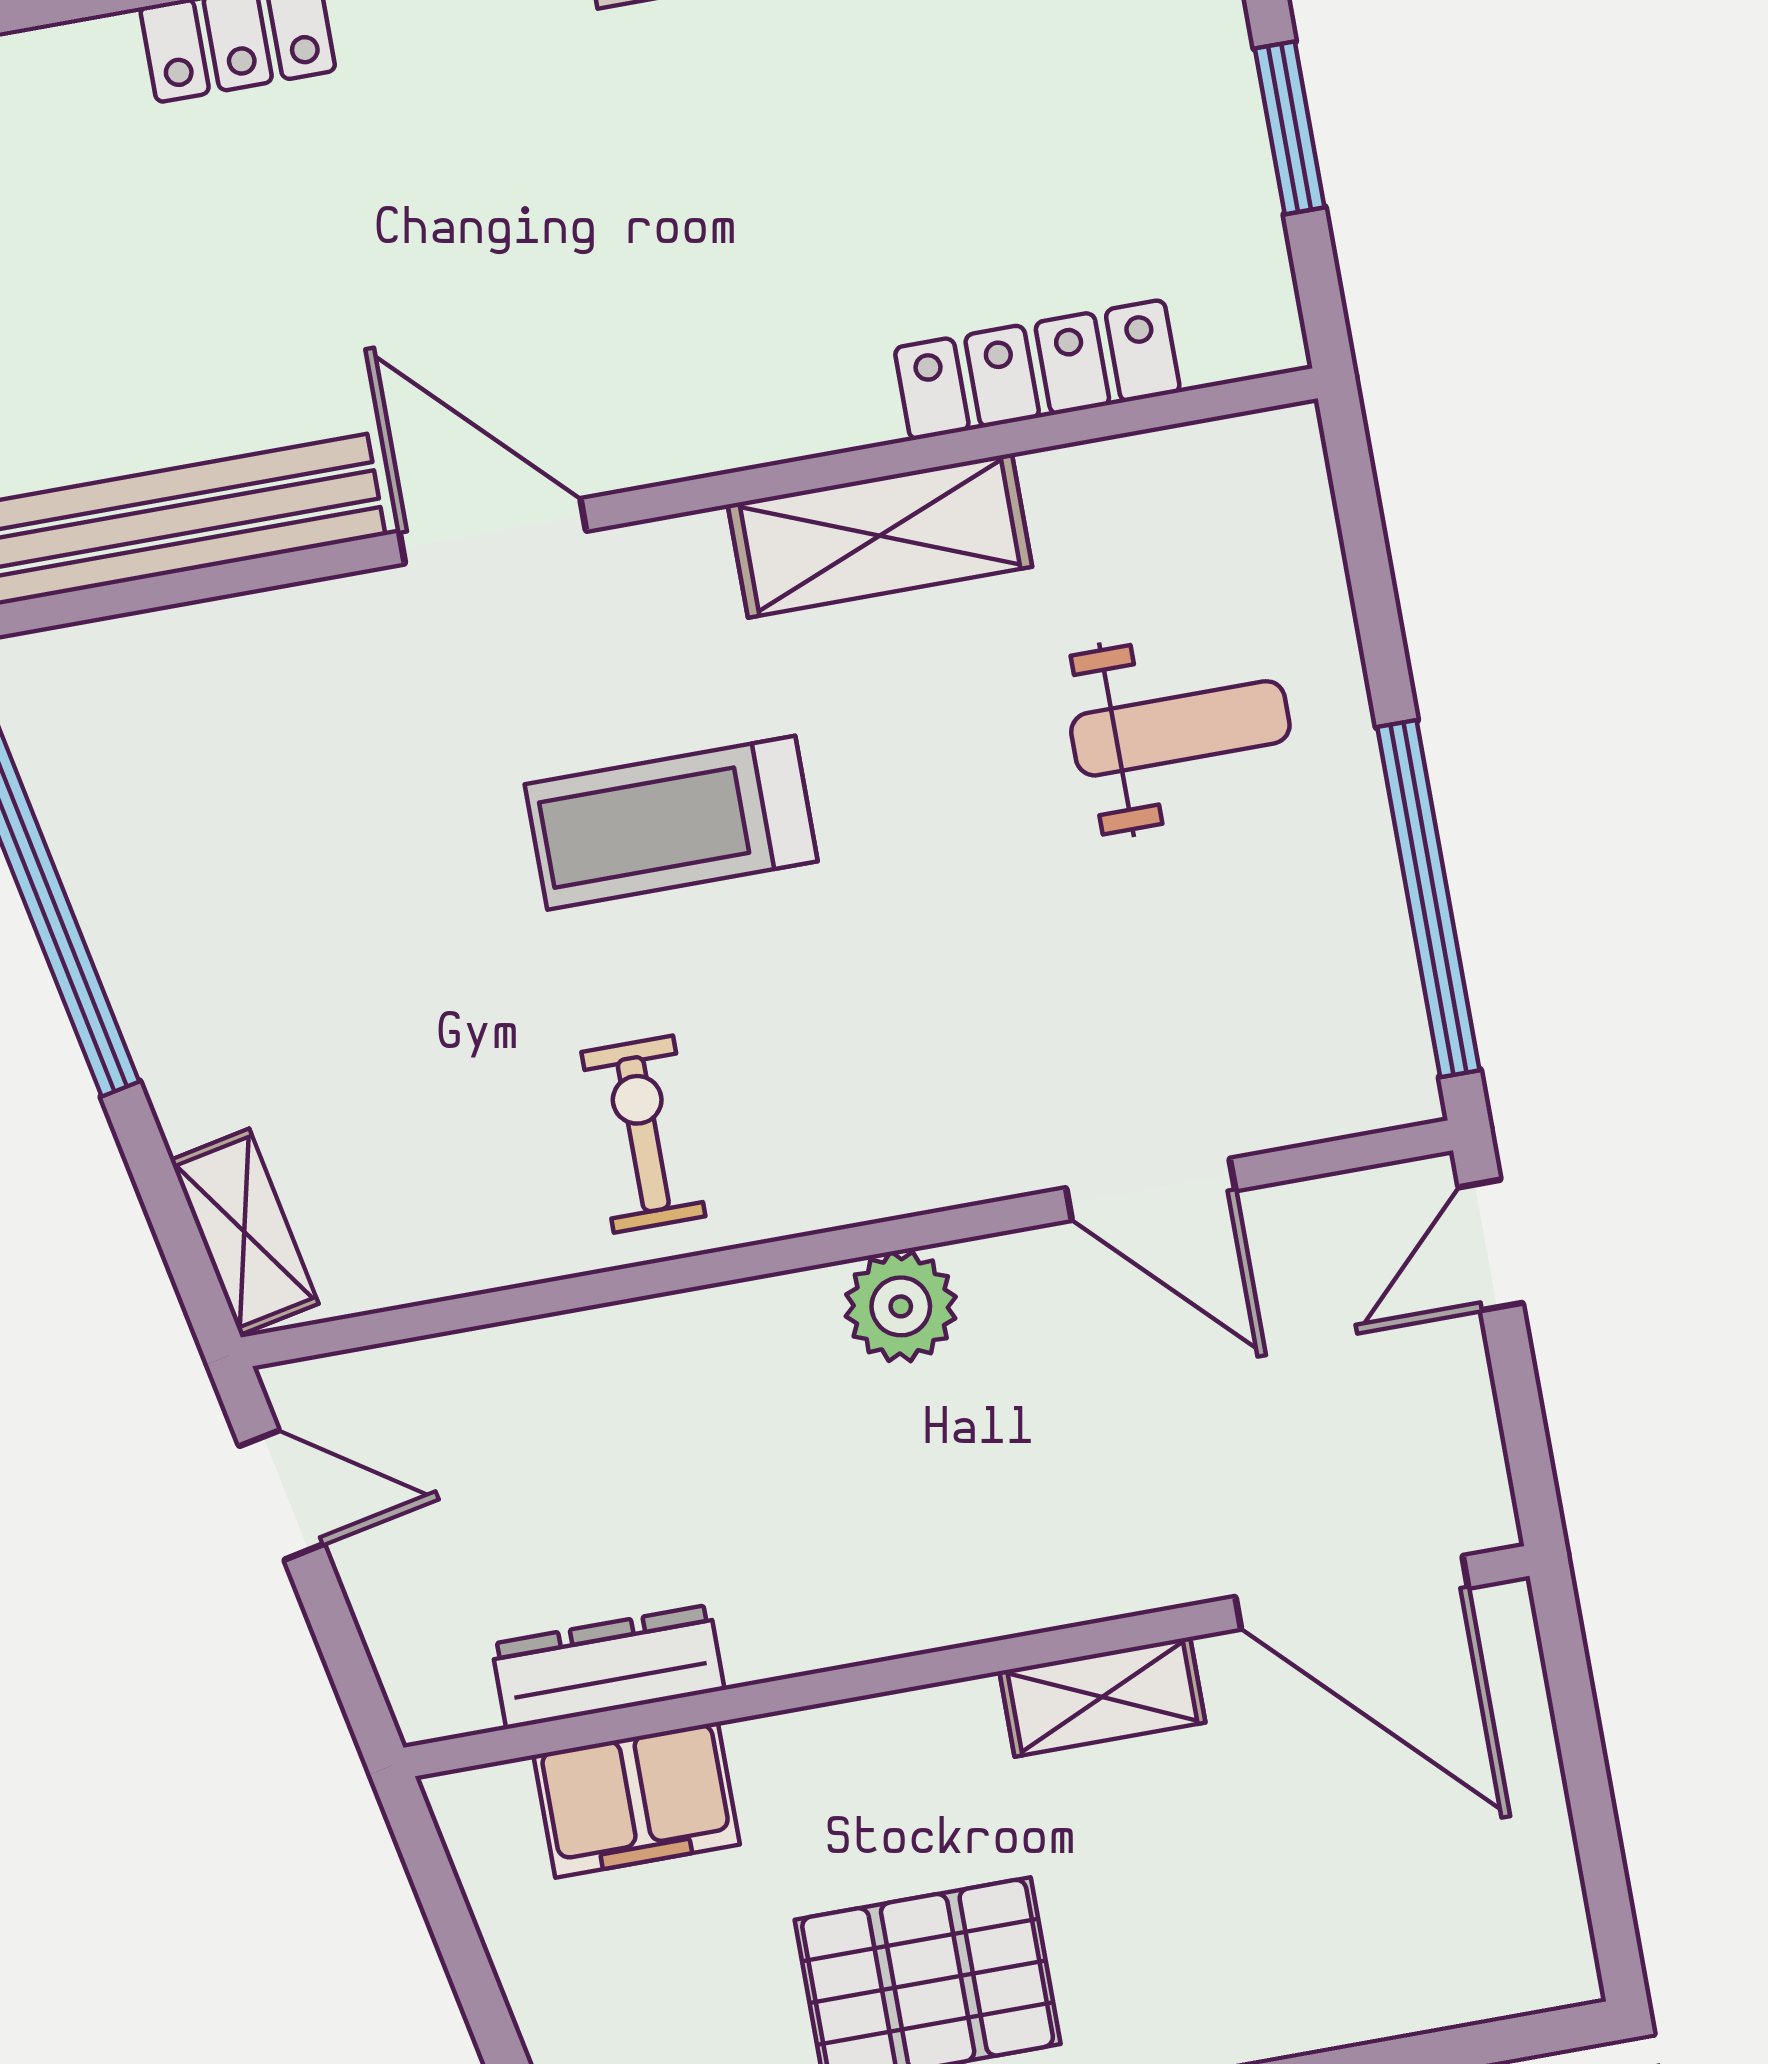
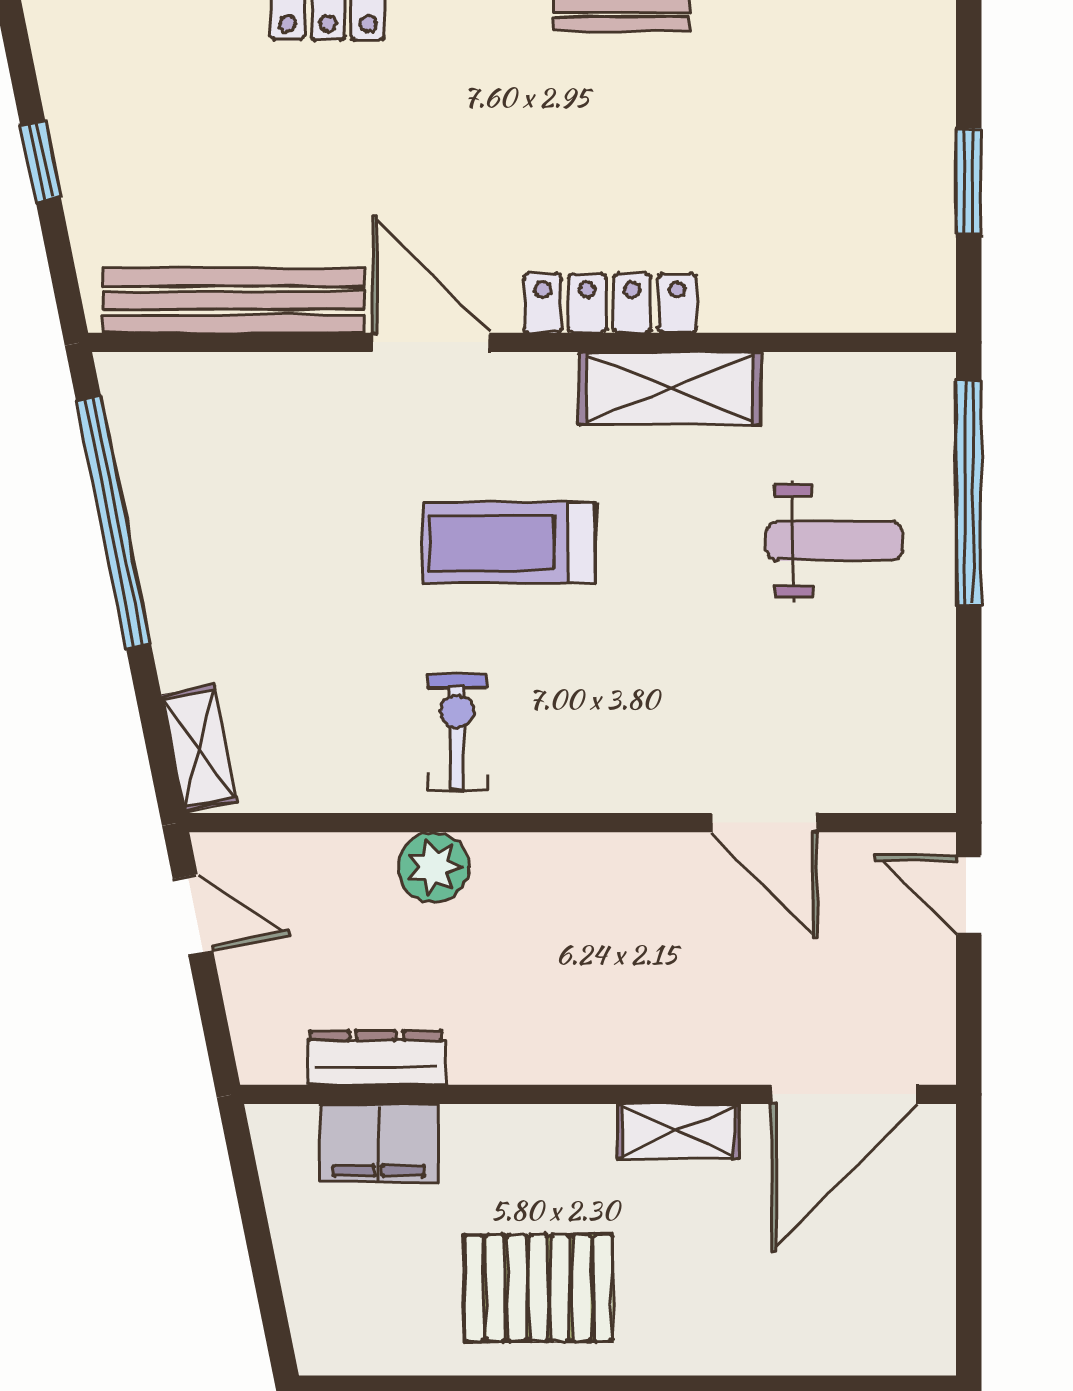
locker: (1037, 370) -> (610, 303), moved
window: (1428, 899) -> (969, 493), moved
door: (1491, 1245) -> (969, 895), hinge flipped
plant: (901, 1306) -> (434, 867), moved
door: (1352, 1592) -> (844, 1094), hinge flipped

